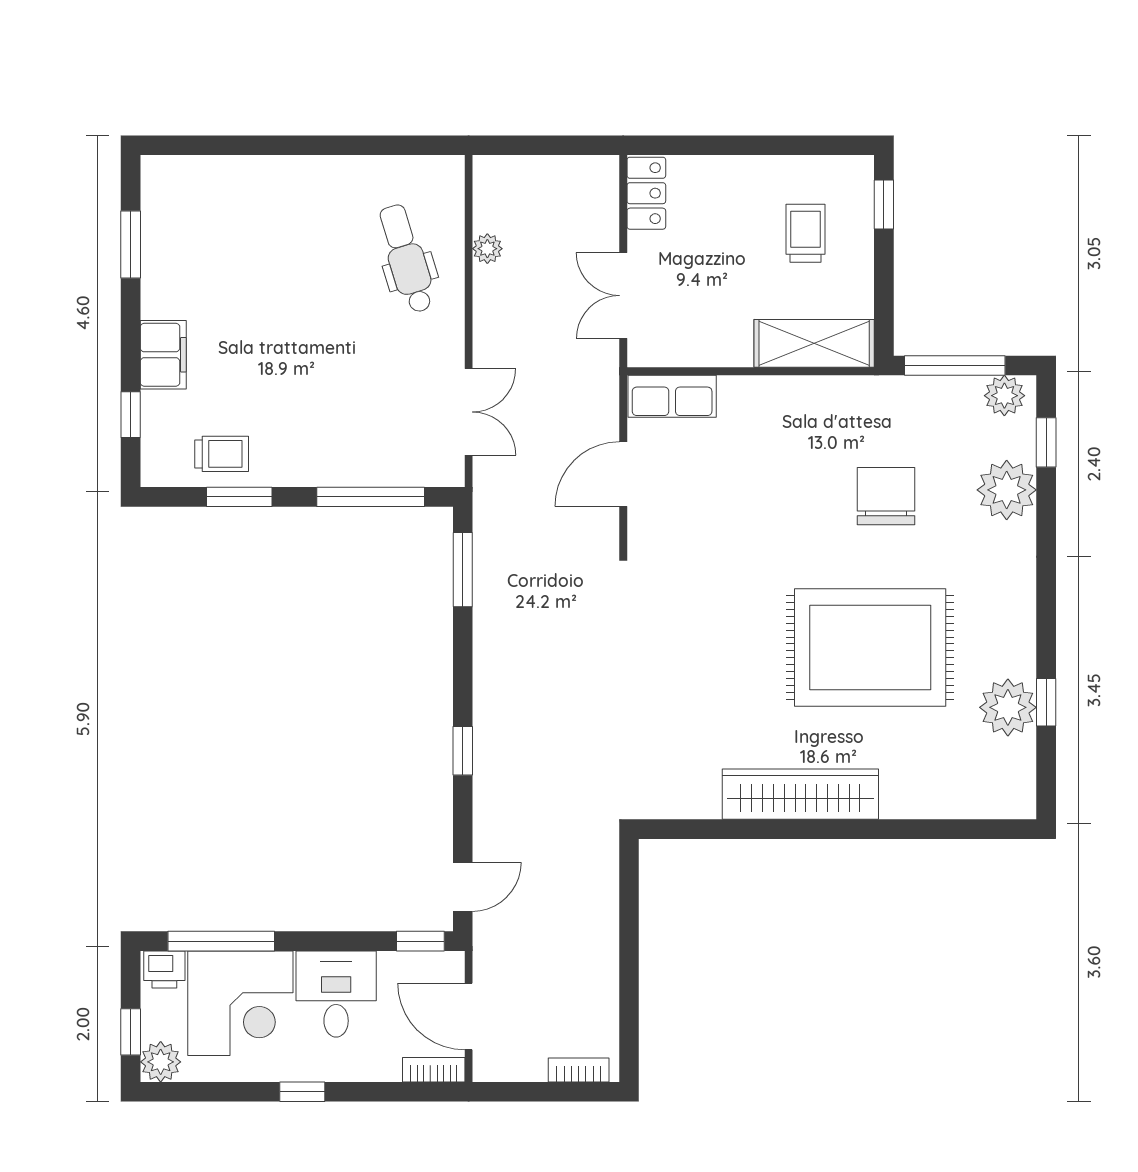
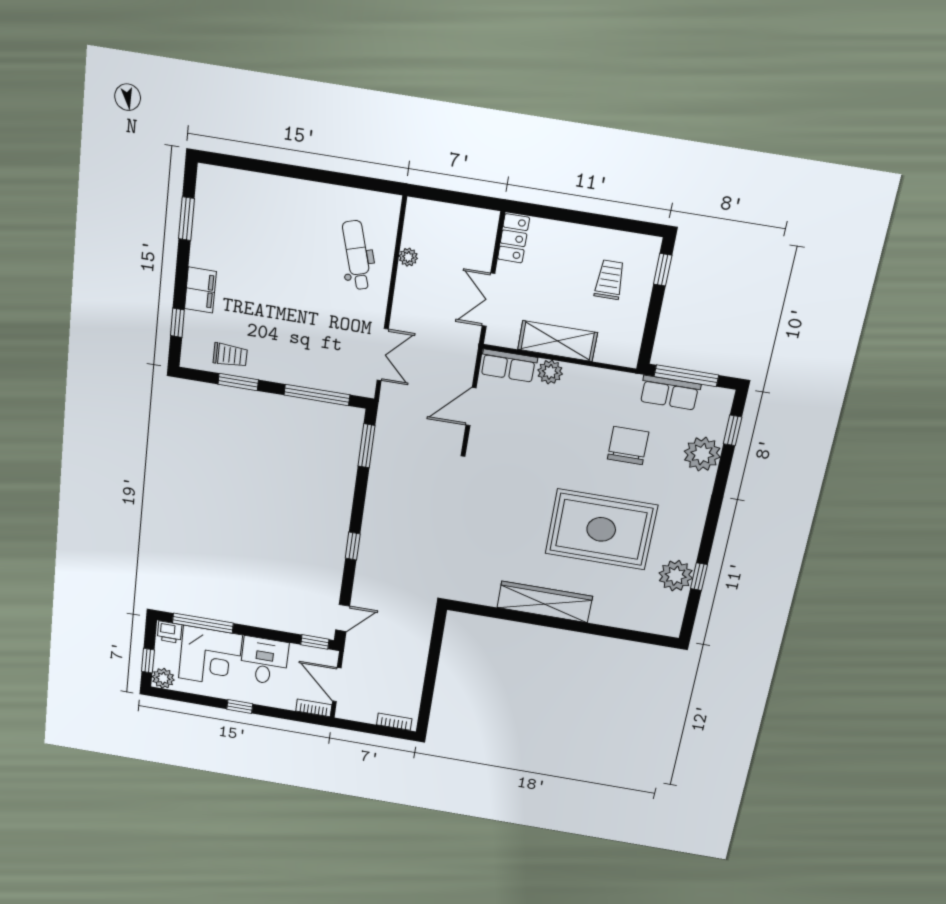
shelving: (814, 343) -> (558, 341), moved
plant: (1004, 396) -> (550, 372), moved
row of seats: (935, 397) -> (670, 393), added

